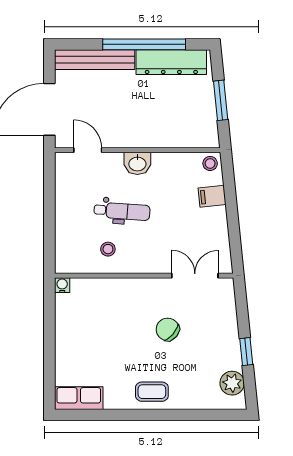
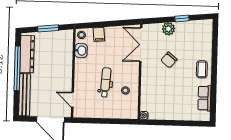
door: (88, 150) -> (73, 100), hinge flipped
washbasin: (137, 163) -> (81, 51), moved
double door: (195, 276) -> (141, 45), width x1.37
plant: (232, 383) -> (168, 29), moved
row of seats: (79, 398) -> (204, 98), moved

